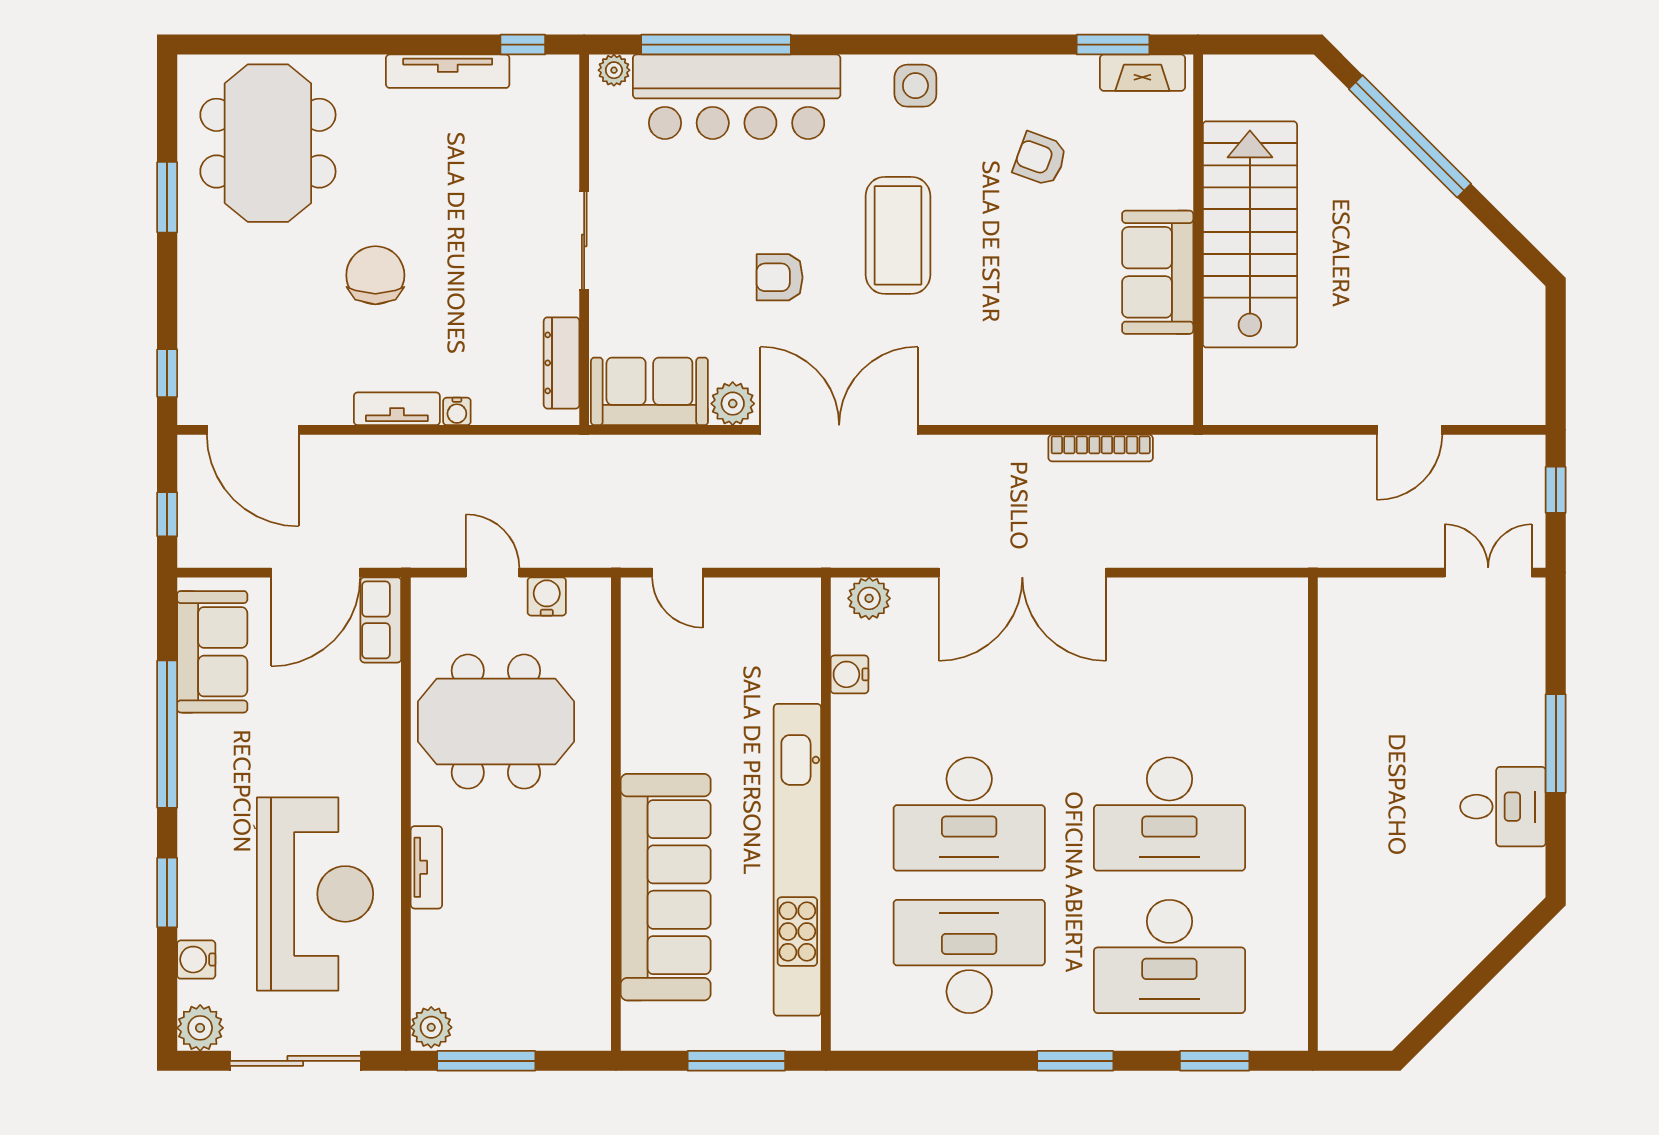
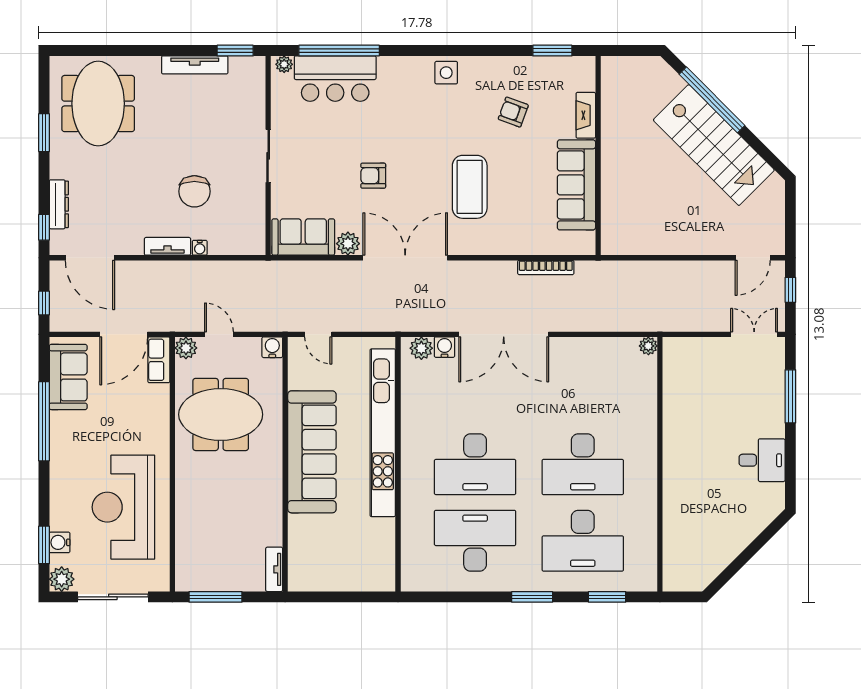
window: (523, 45) -> (235, 51), width x1.50
fireplace: (1142, 73) -> (586, 115), moved, turned 90
bar counter: (737, 97) -> (335, 79), width x0.73
stairs: (1250, 234) -> (714, 145), moved, turned 135
coffee table: (898, 235) -> (470, 187), moved
sofa: (1158, 272) -> (576, 185), width x1.36
chair: (375, 275) -> (194, 191), moved, turned 180
dresser: (562, 363) -> (59, 204), moved, turned 180
door: (1410, 430) -> (753, 258), moved
plant: (1291, 594) -> (648, 346), added
water cooler: (547, 596) -> (272, 347), moved
water cooler: (849, 674) -> (444, 347), moved, turned 90
window: (1556, 744) -> (790, 396), moved
kitchen unit: (797, 860) -> (383, 433), moved
tv unit: (426, 867) -> (274, 569), moved, turned 180
sofa: (666, 887) -> (312, 452), moved
window: (167, 892) -> (44, 545), moved
reception desk: (315, 894) -> (123, 507), turned 180
plant: (431, 1027) -> (186, 348), moved
window: (736, 1061) -> (350, 597), removed

